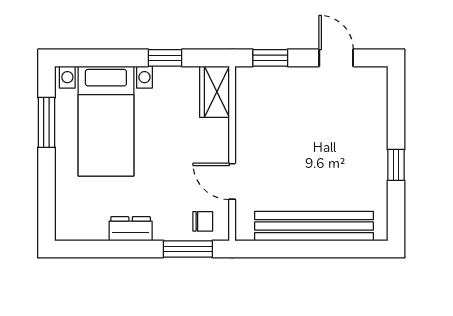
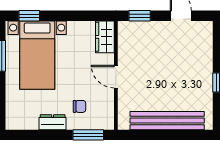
window: (165, 58) -> (29, 16), moved
door: (232, 181) -> (116, 77), moved
chair: (203, 221) -> (80, 106), moved

